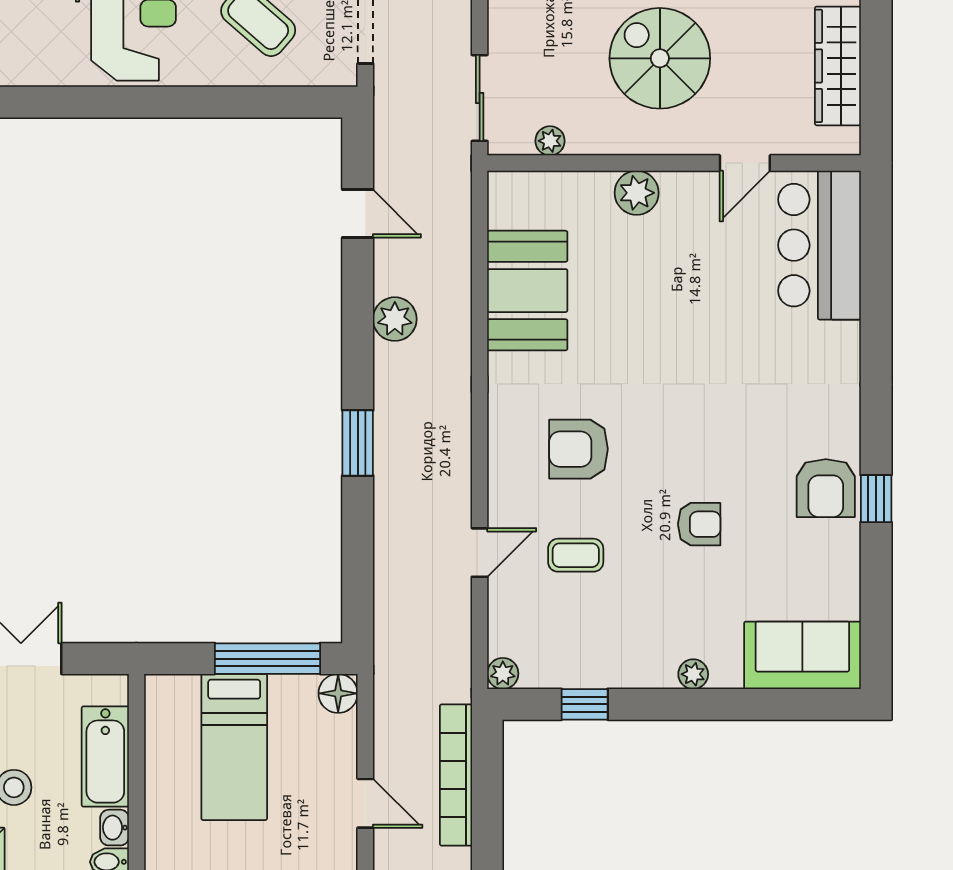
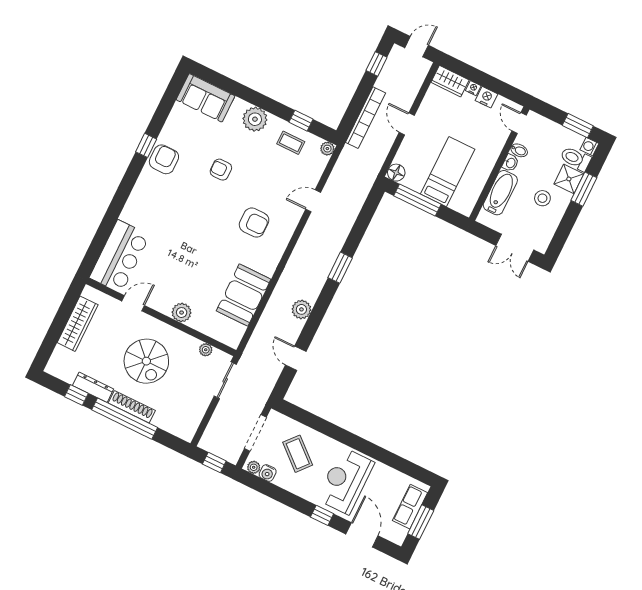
coffee table: (576, 555) -> (291, 143), moved
plant: (693, 674) -> (255, 119), width x1.87, depth x1.87

